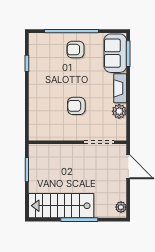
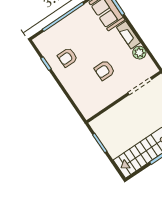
armchair: (75, 50) -> (68, 57), moved

